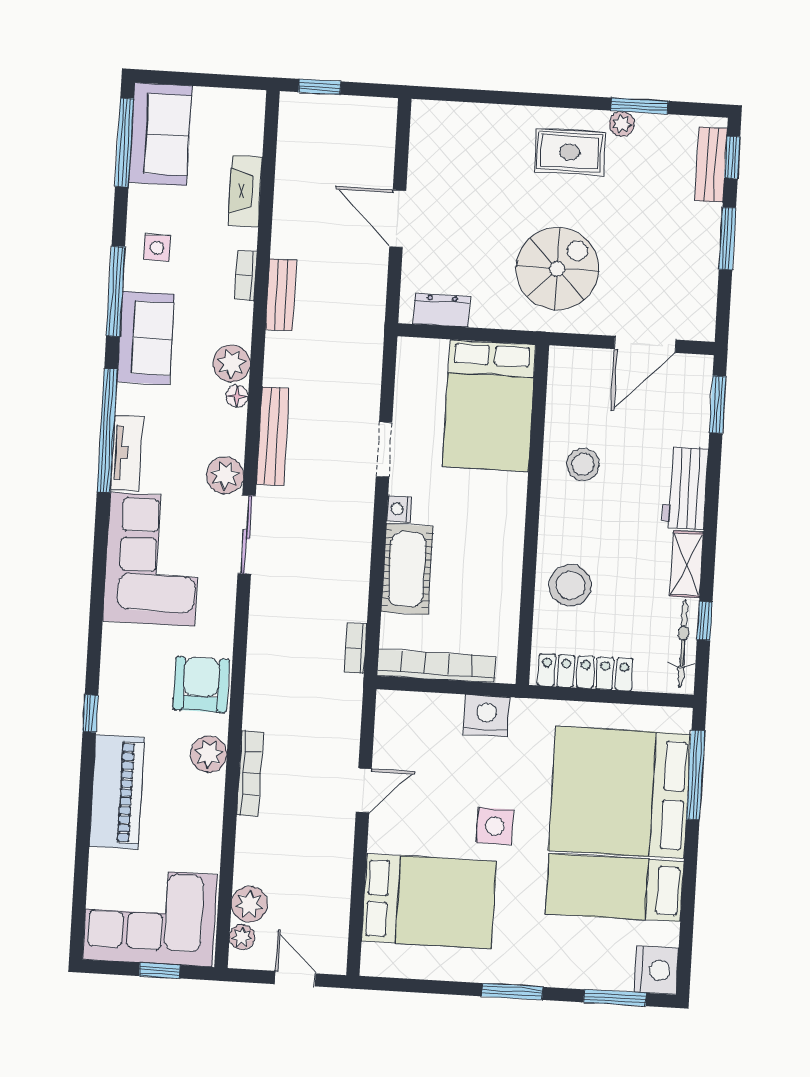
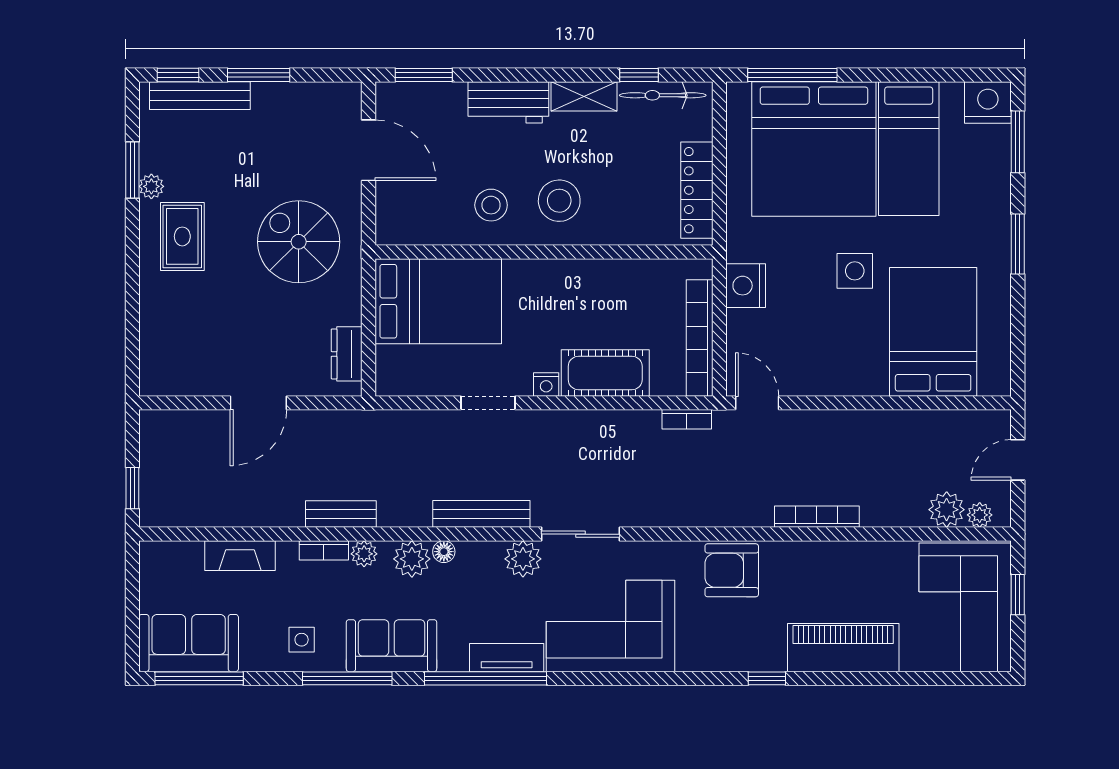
bench: (711, 165) -> (200, 96), width x1.36
stool: (570, 585) -> (559, 201), moved
plant: (209, 754) -> (364, 554), moved, width x0.73, depth x0.73
door: (364, 790) -> (757, 403), moved

